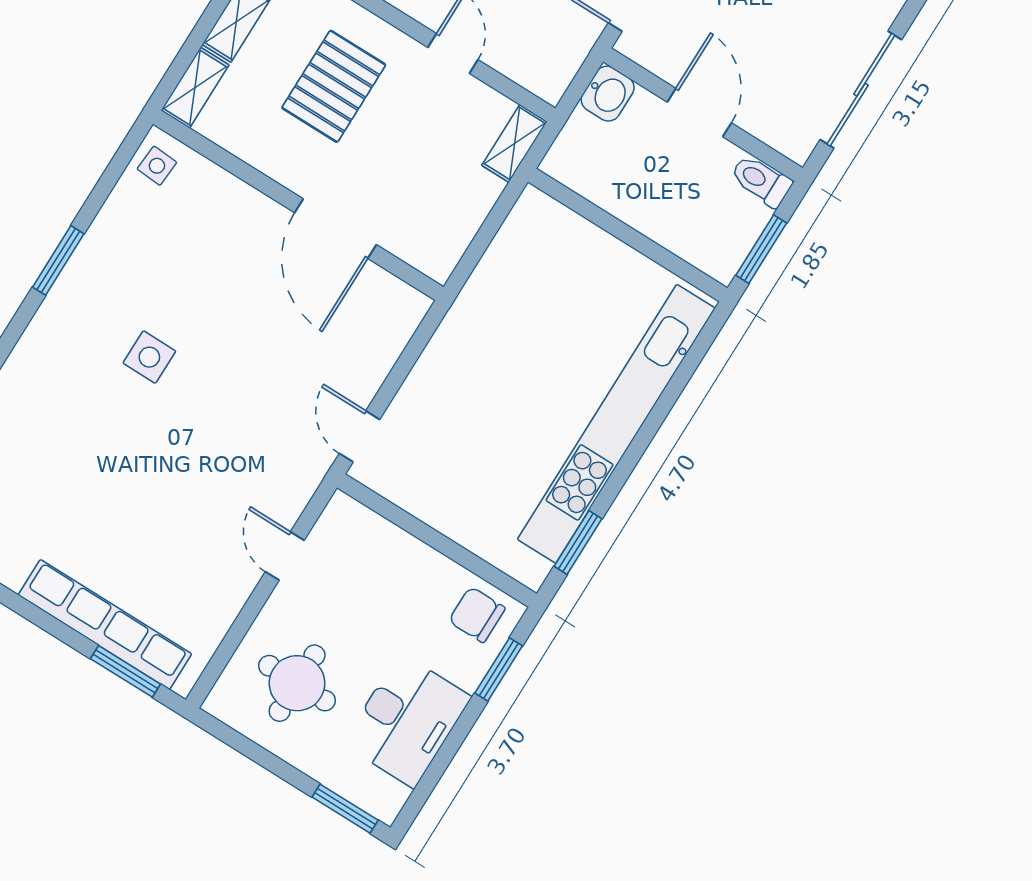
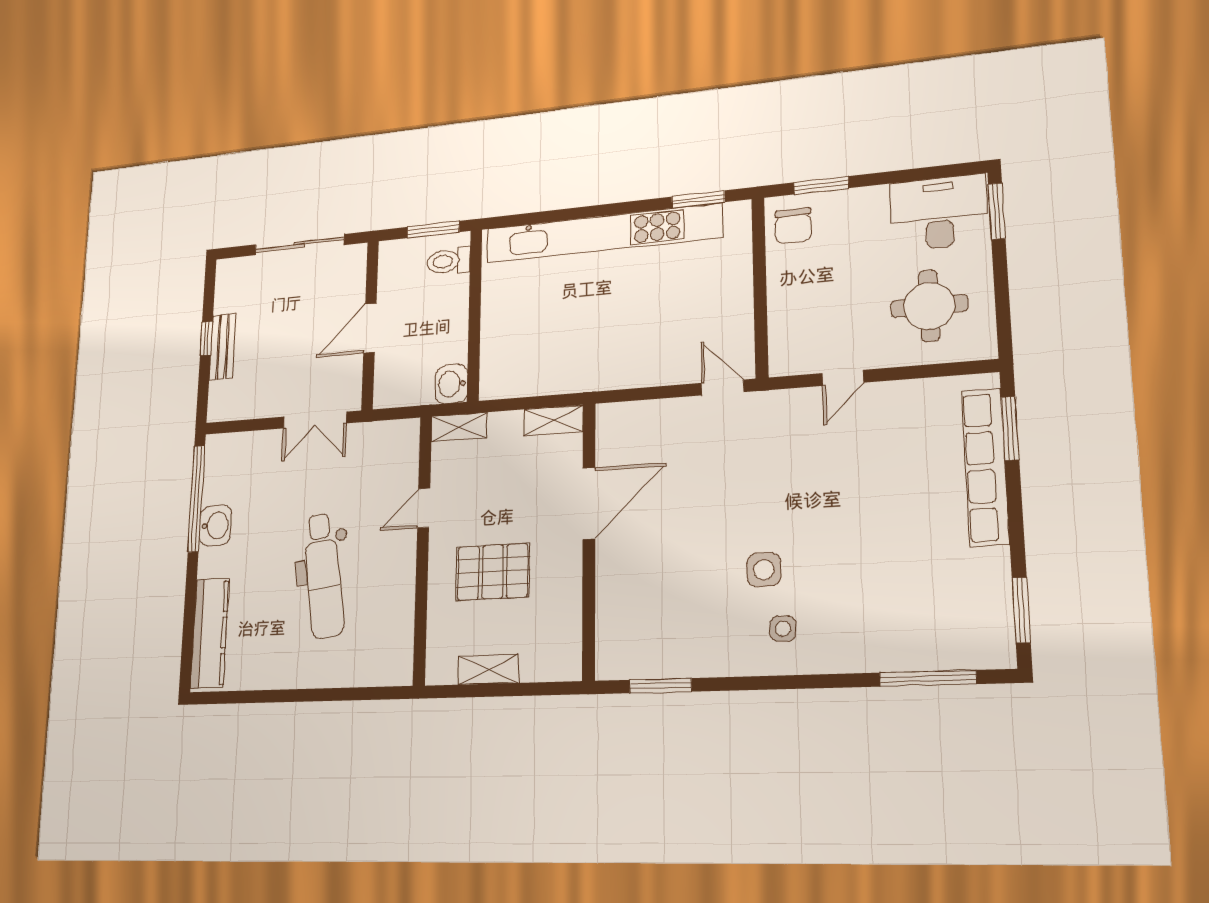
shelving: (195, 88) -> (553, 420), moved
washbasin: (608, 94) -> (451, 384), moved, turned -90
side table: (157, 166) -> (783, 629), moved
toilet: (761, 181) -> (449, 261), moved, turned 90
window: (58, 260) -> (660, 686), moved
door: (360, 436) -> (722, 387), swing flipped
desk: (407, 720) -> (939, 213), moved

